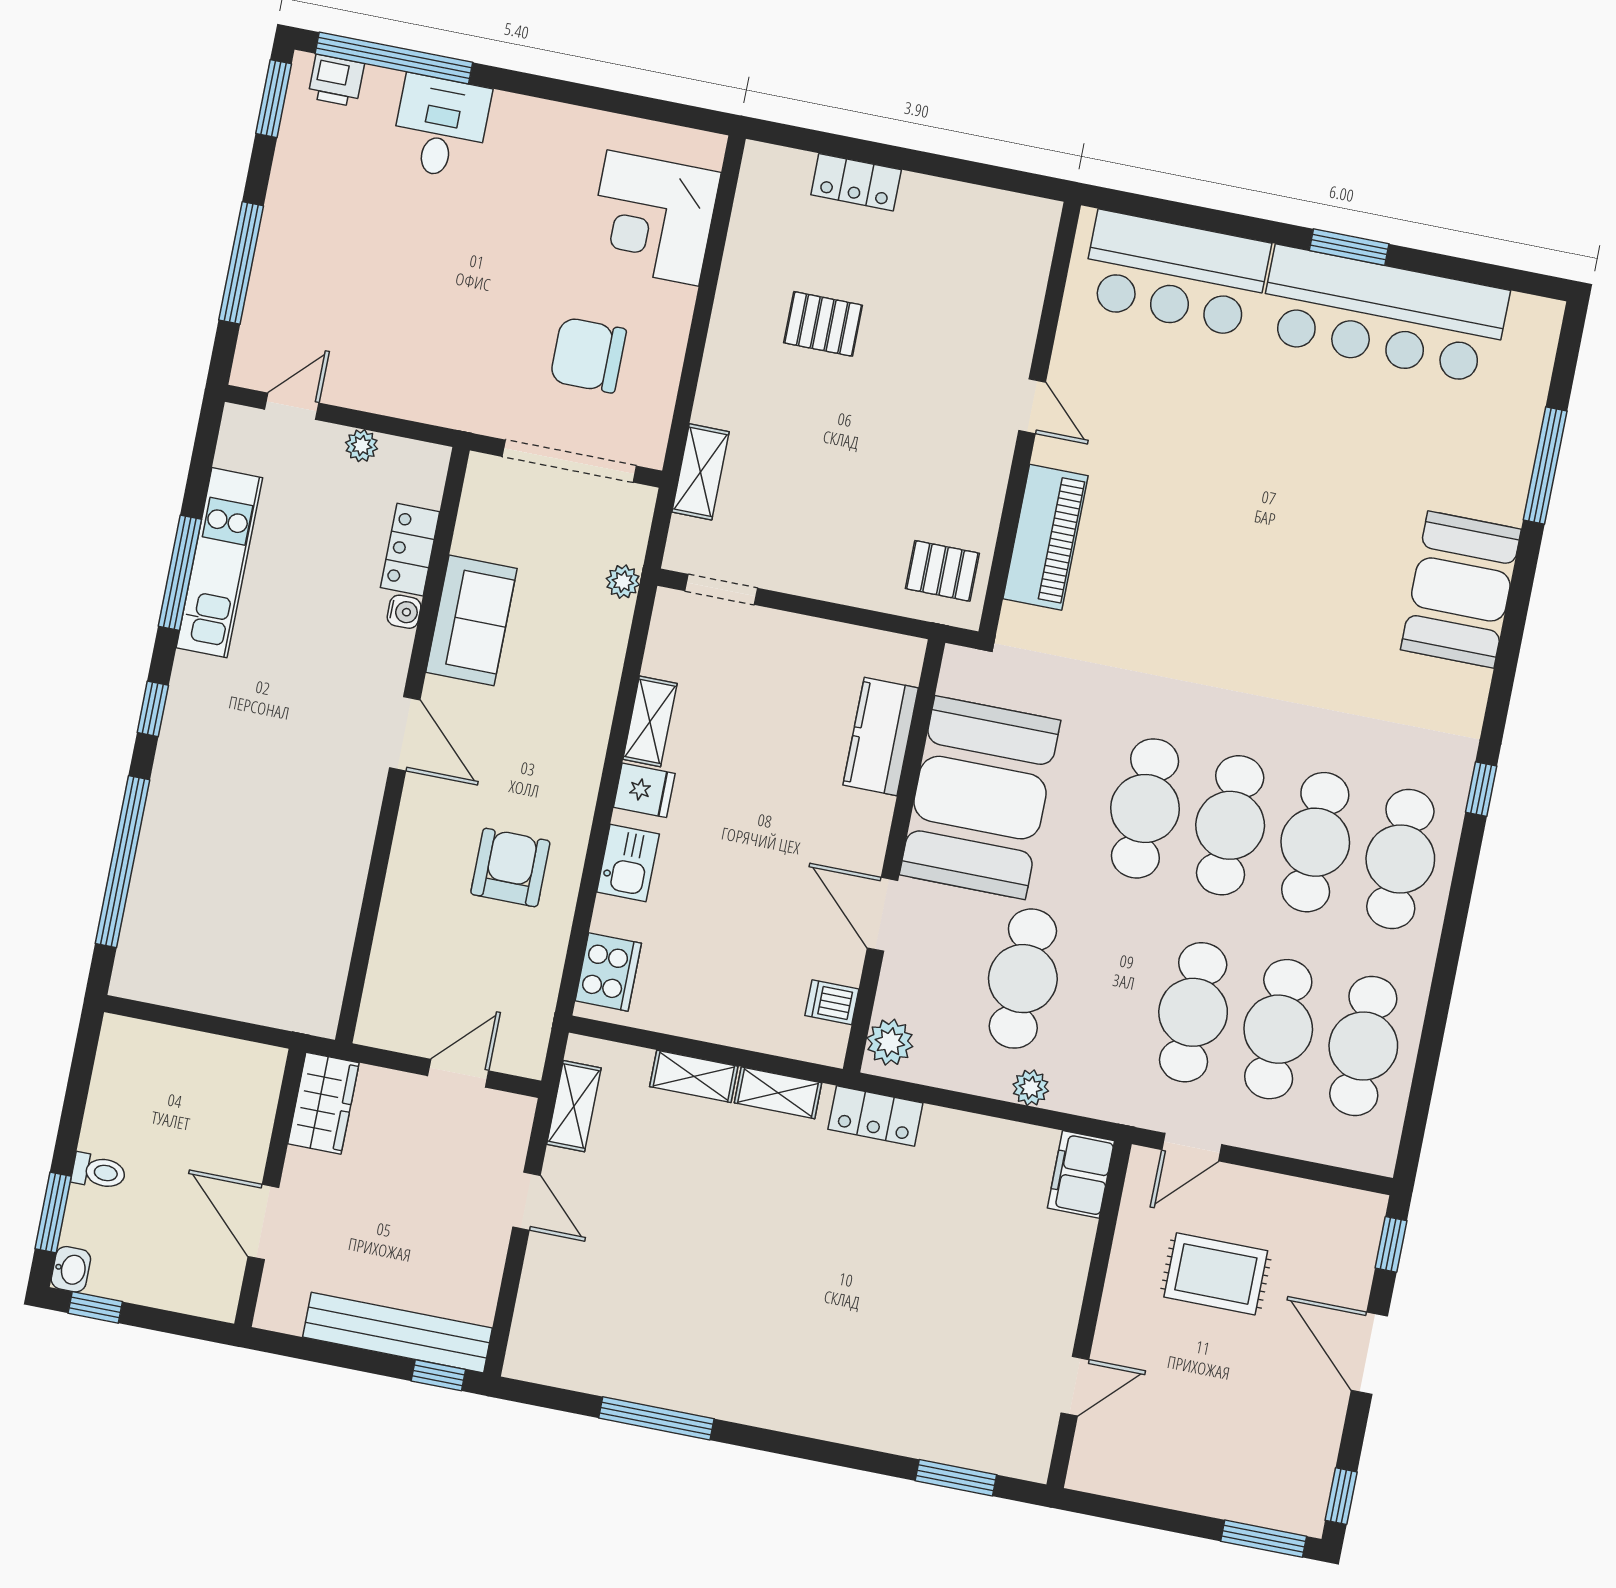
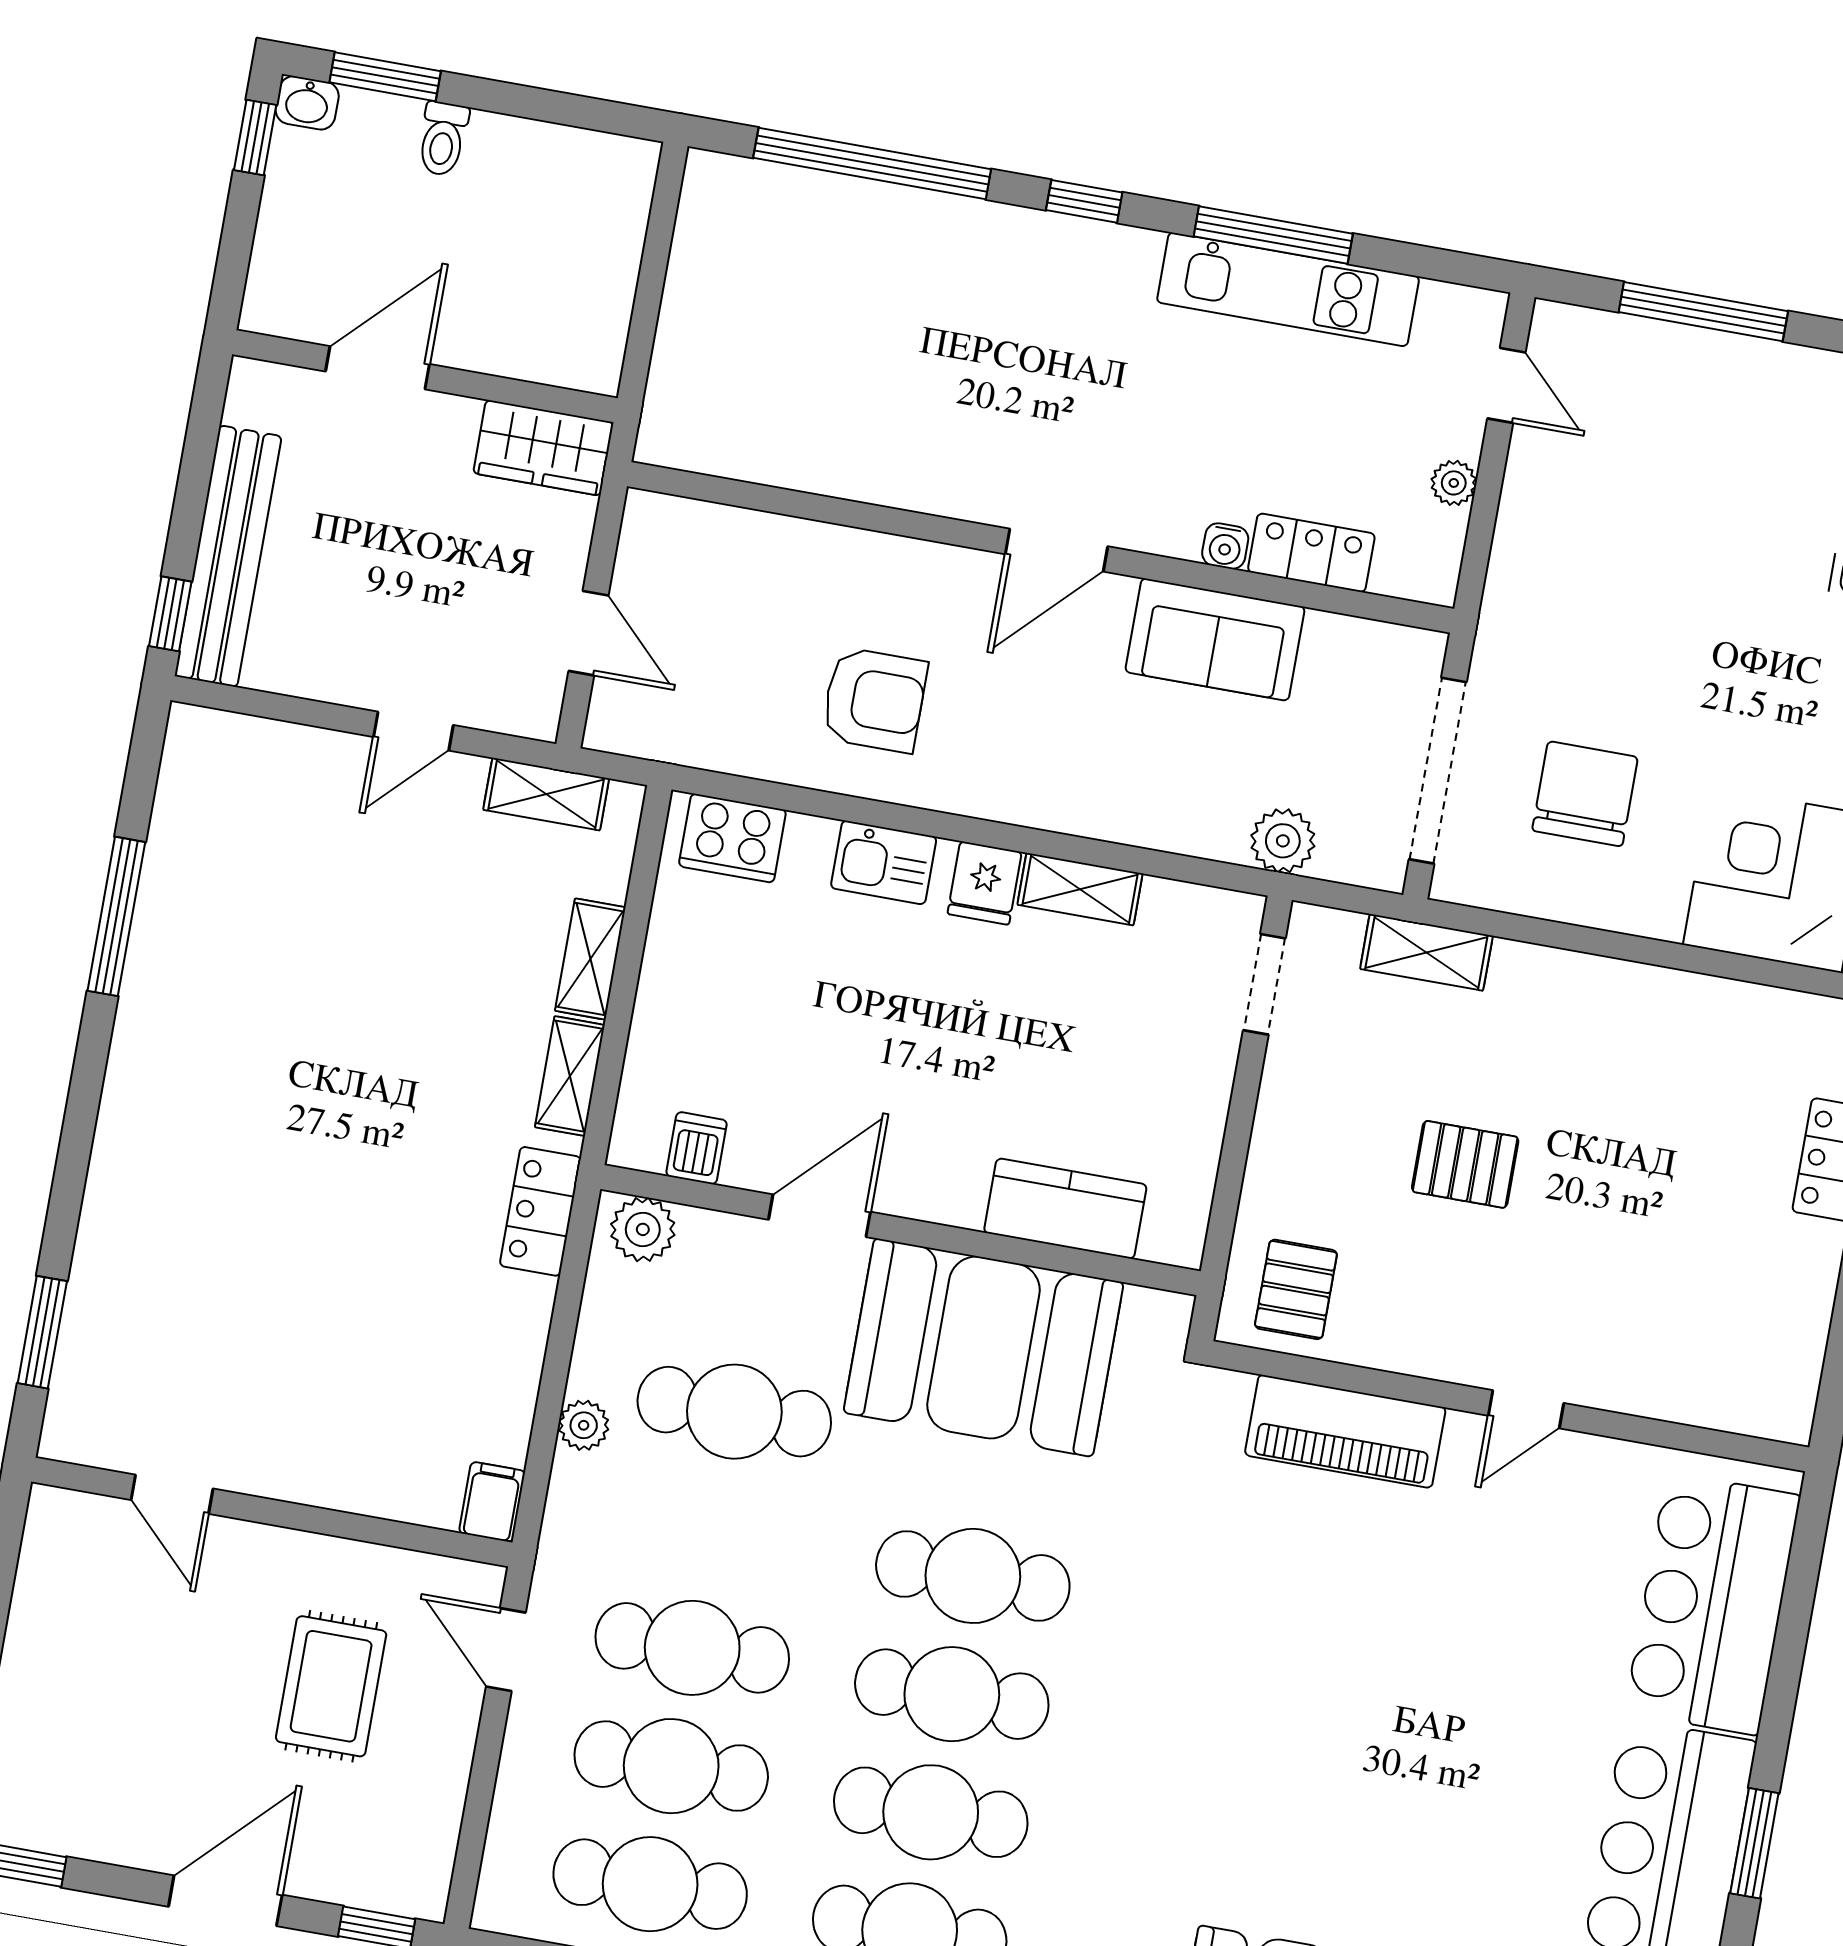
pallet: (823, 324) -> (1465, 1164), moved, turned 90
plant: (623, 582) -> (1283, 841), width x1.38, depth x1.38
filing cabinet: (1081, 1174) -> (492, 1502), width x0.50

